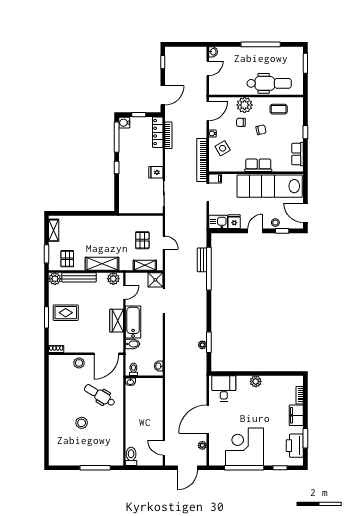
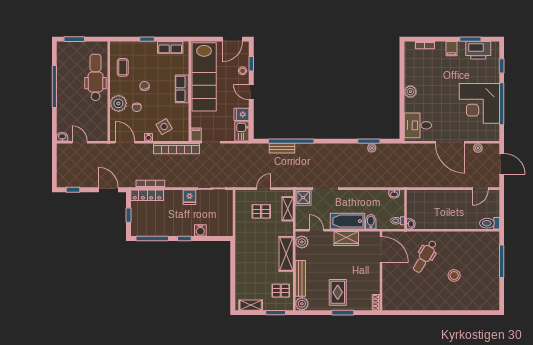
water cooler: (124, 123) -> (200, 230), moved
stool: (79, 363) -> (391, 278), removed
filing cabinet: (296, 415) -> (452, 49), width x0.50

